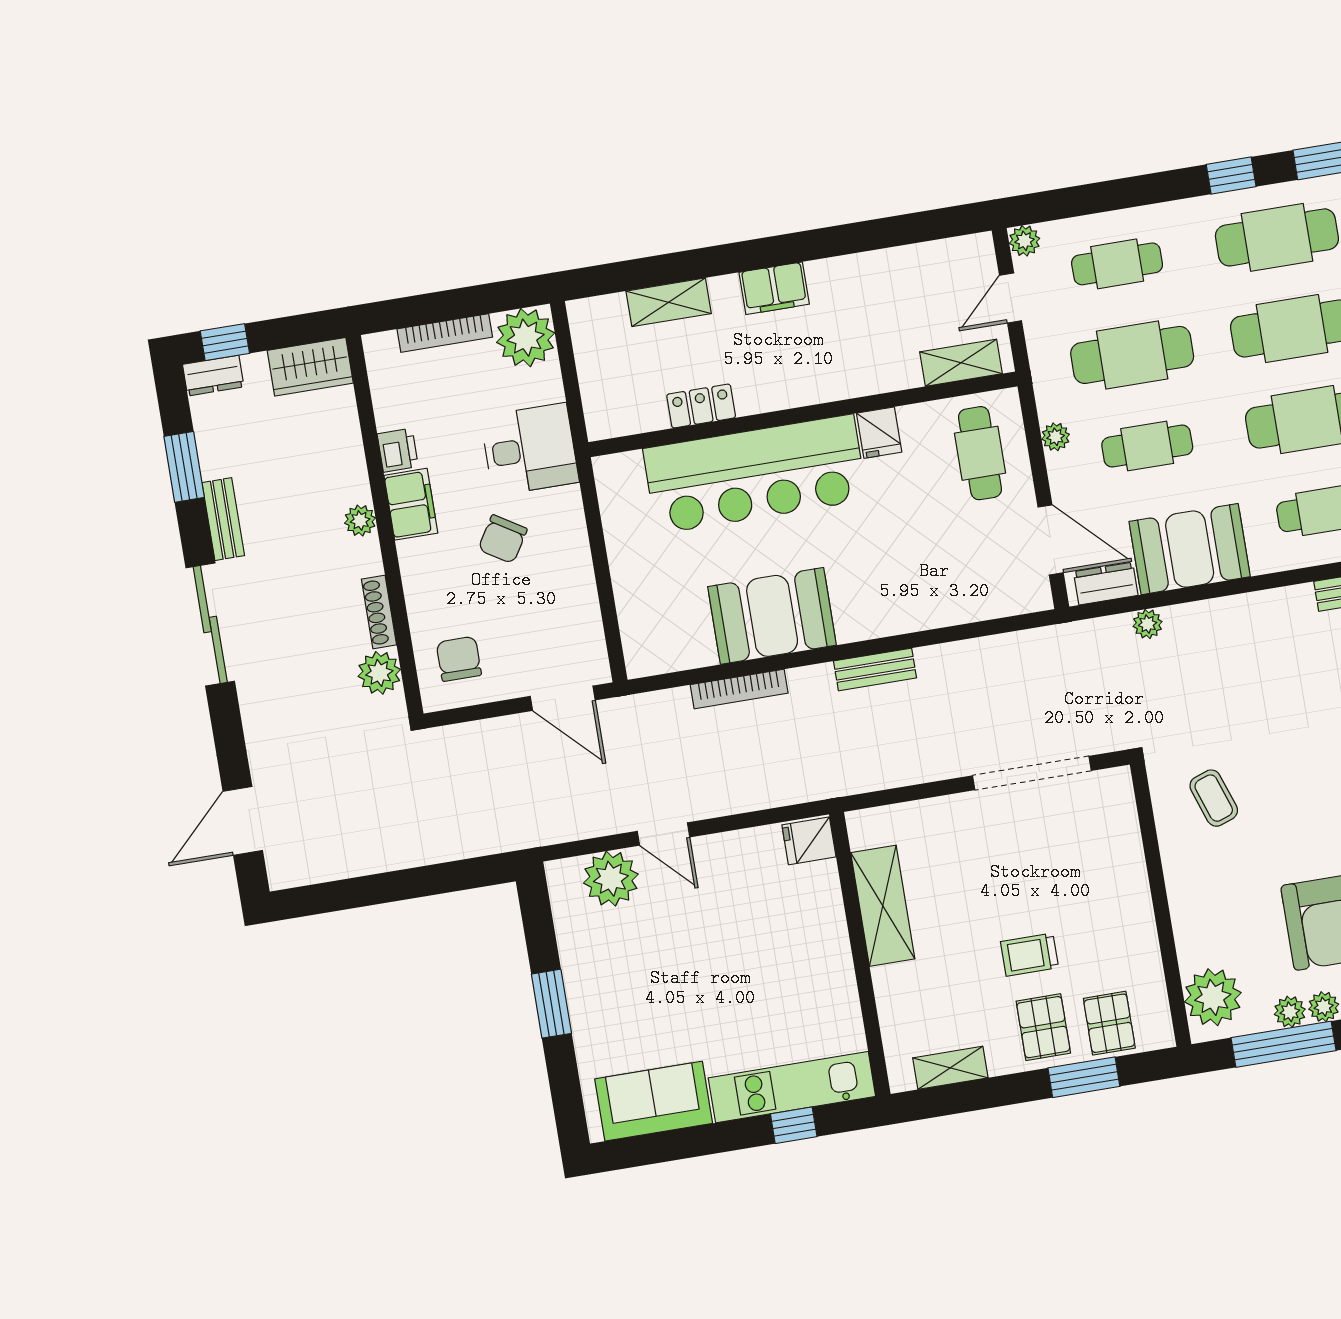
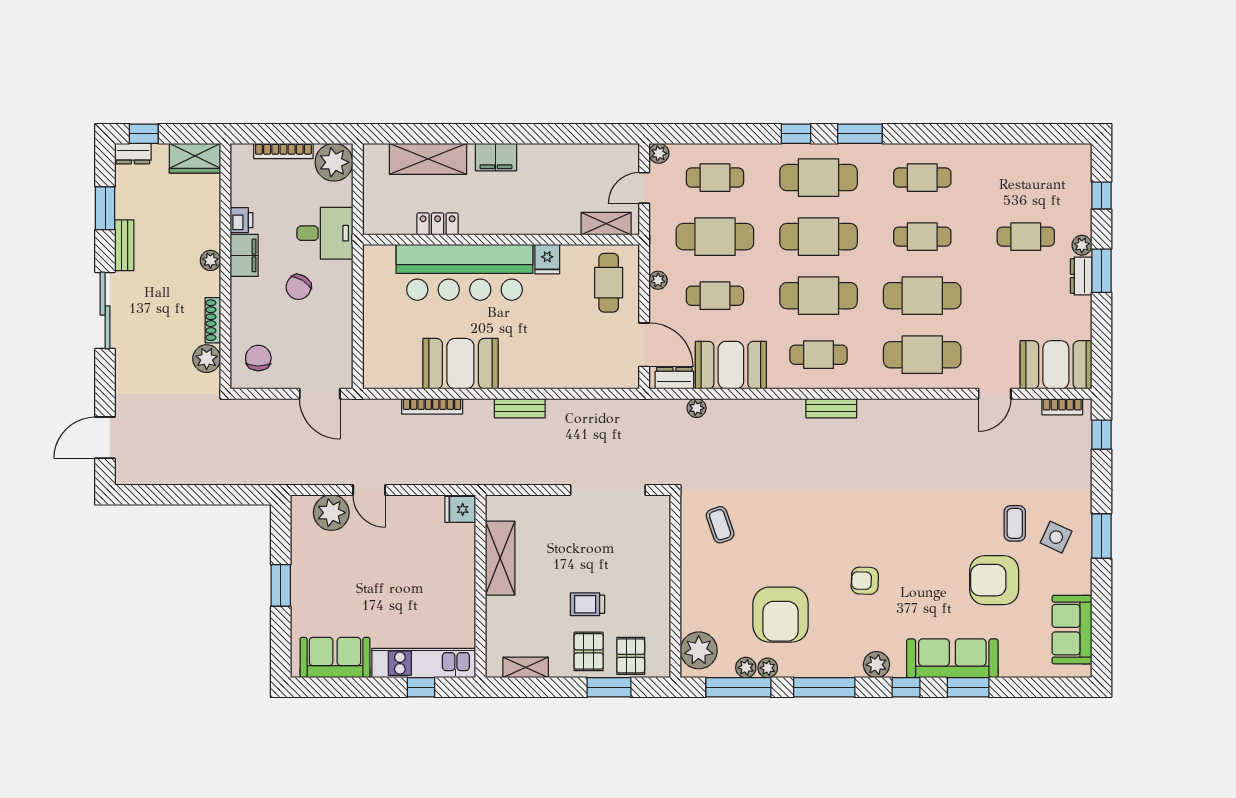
shelving: (669, 302) -> (428, 159), width x1.50, depth x1.33

